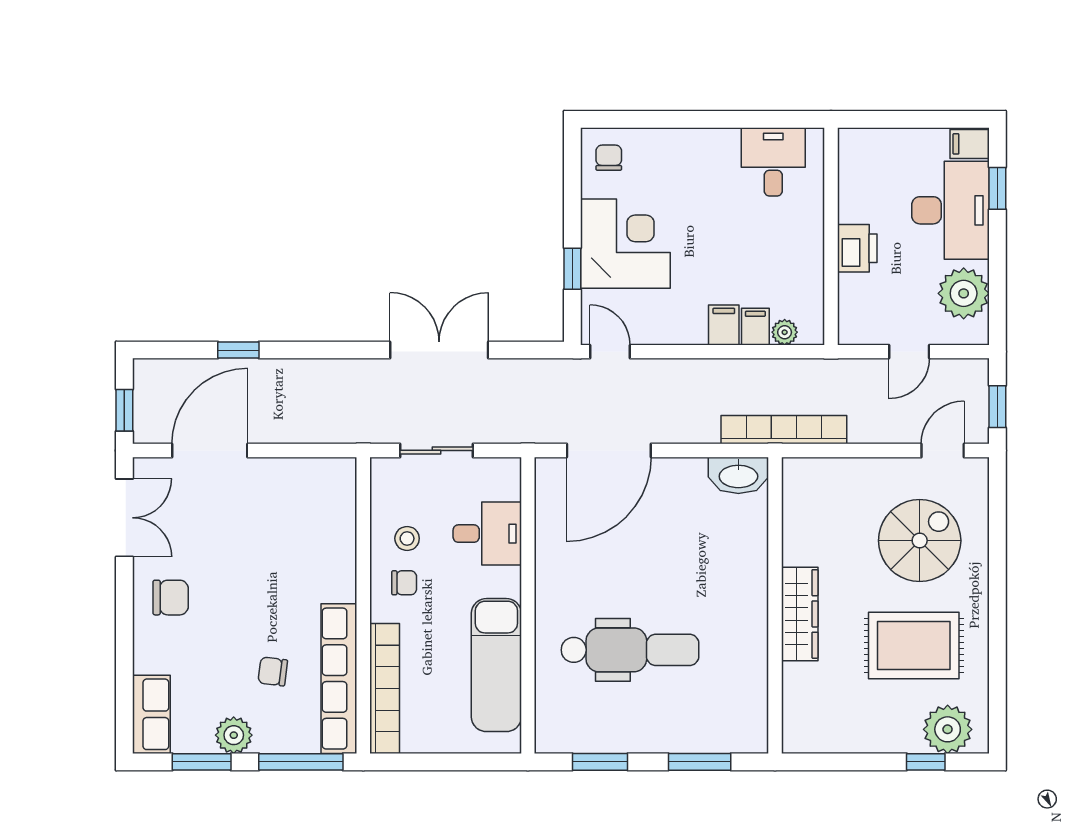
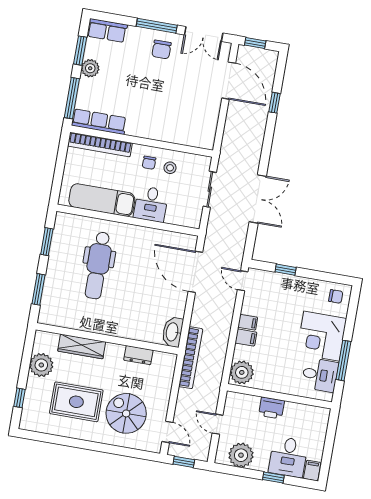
window: (736, 119) -> (343, 360), added
window: (997, 188) -> (273, 477), moved
desk: (950, 210) -> (288, 457), width x0.73
corner desk: (625, 244) -> (322, 336), moved, turned 90
filing cabinet: (755, 327) -> (248, 322), moved
plant: (785, 332) -> (242, 372), width x1.87, depth x1.87
door: (610, 352) -> (243, 281), swing flipped
desk: (487, 534) -> (151, 204), moved
dresser: (797, 536) -> (138, 355), added
spiral stairs: (920, 541) -> (126, 413), turned 180
wardrobe: (800, 614) -> (82, 346), moved
window: (124, 616) -> (157, 26), added
rug: (914, 645) -> (76, 402), turned 90
chair: (273, 671) -> (118, 92), removed
row of seats: (339, 679) -> (99, 122), width x0.73
plant: (948, 729) -> (41, 365), moved

